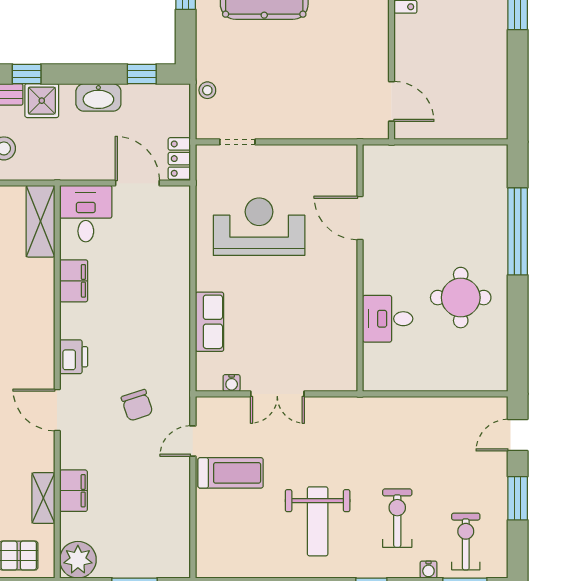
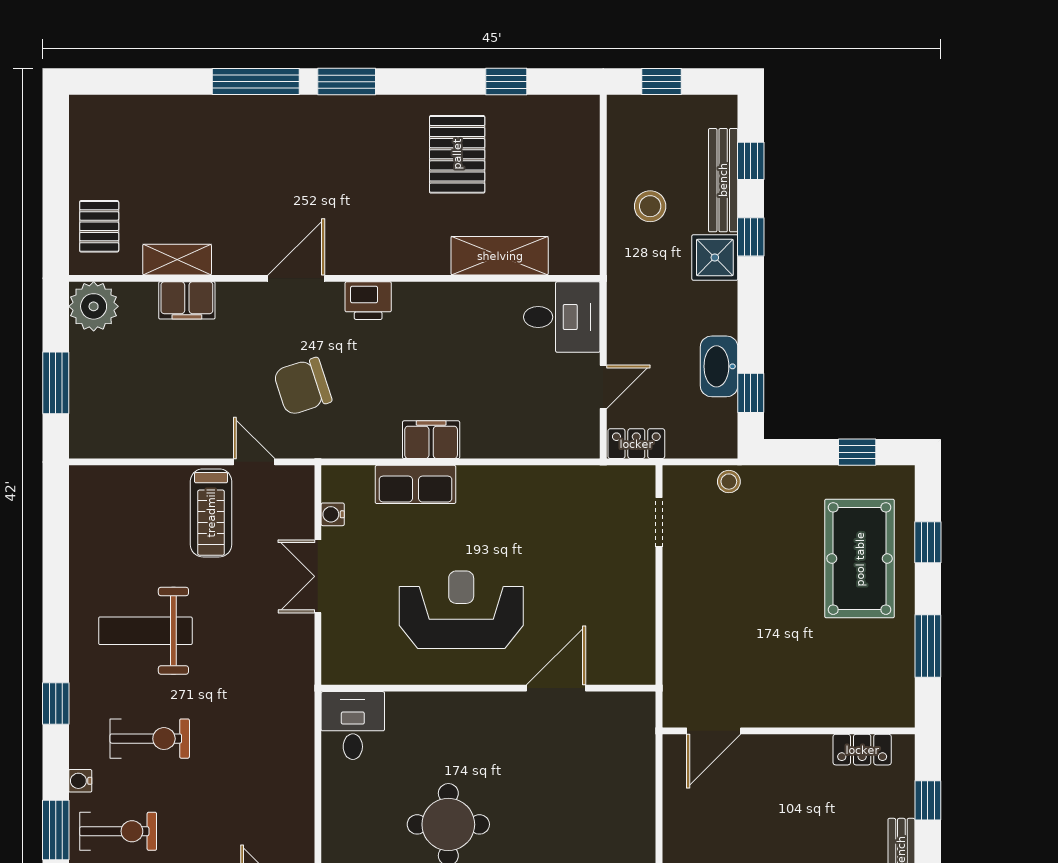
washbasin: (98, 97) -> (719, 366), moved
door: (137, 183) -> (603, 387), width x0.73
shelving: (40, 221) -> (500, 256), moved
reception desk: (259, 227) -> (461, 610), moved, turned -90
filing cabinet: (74, 281) -> (431, 440), moved, turned 180
desk: (388, 319) -> (353, 726), moved
chair: (137, 405) -> (303, 386), width x1.37, depth x1.37

